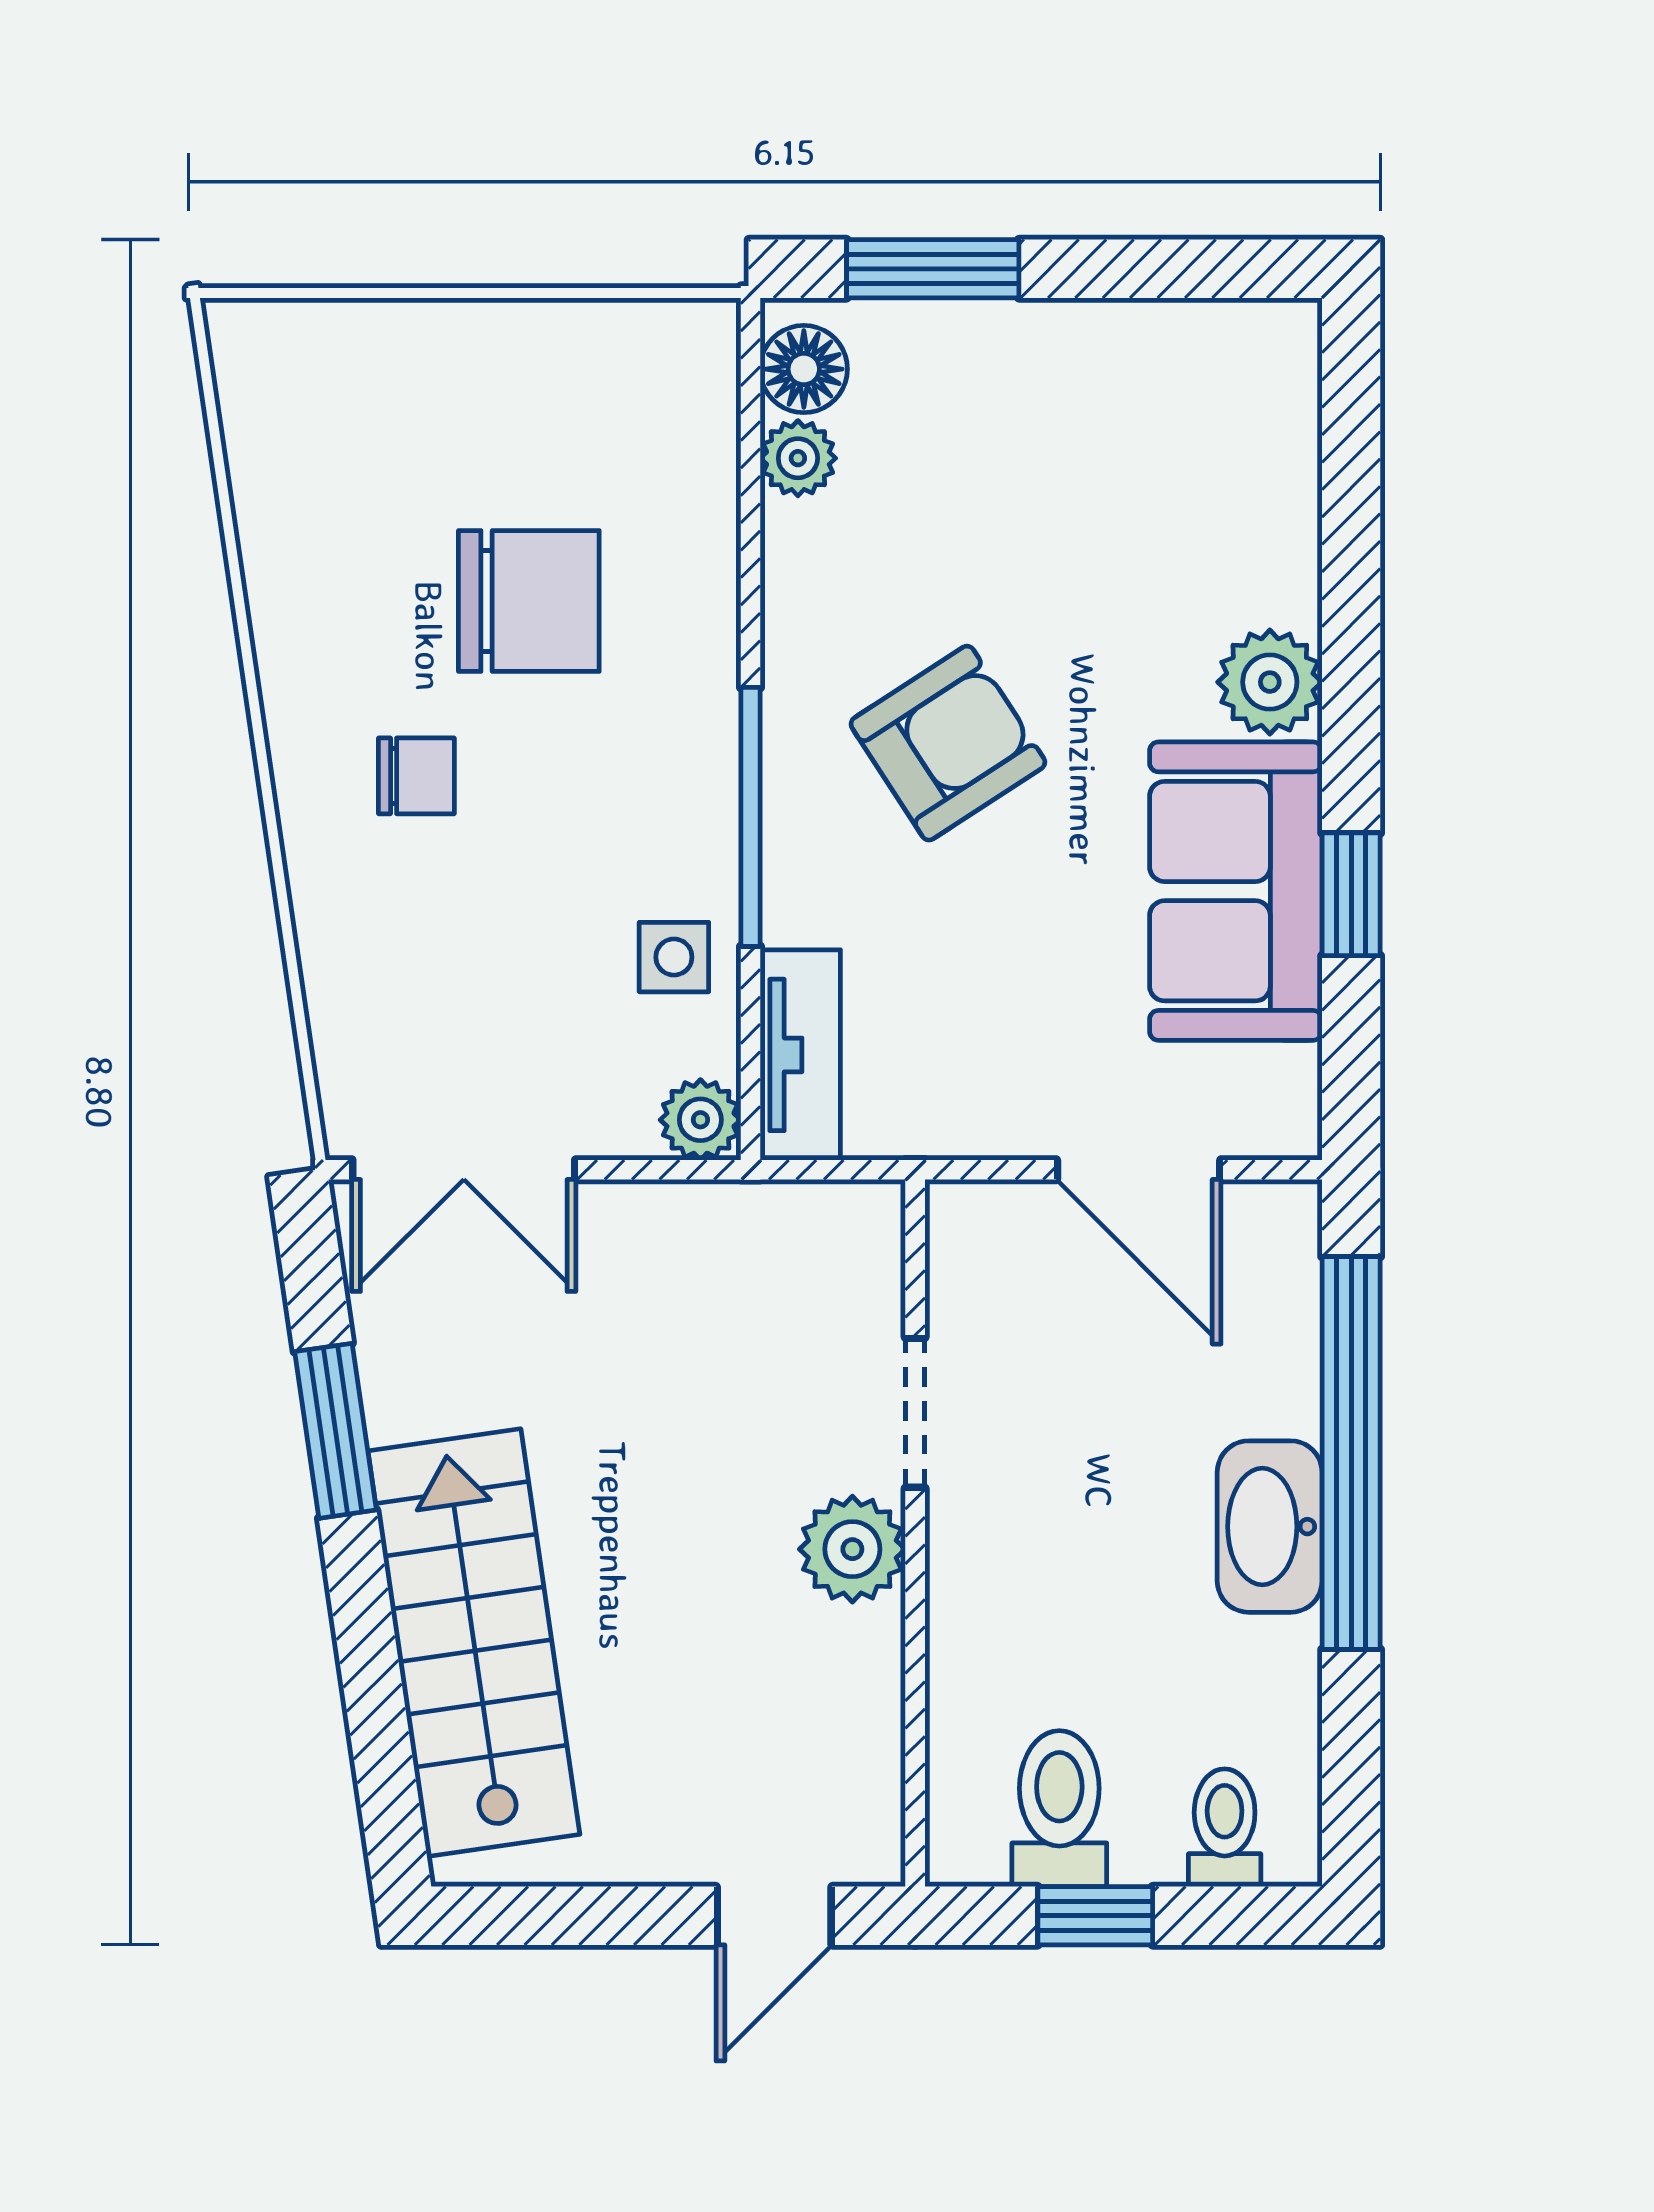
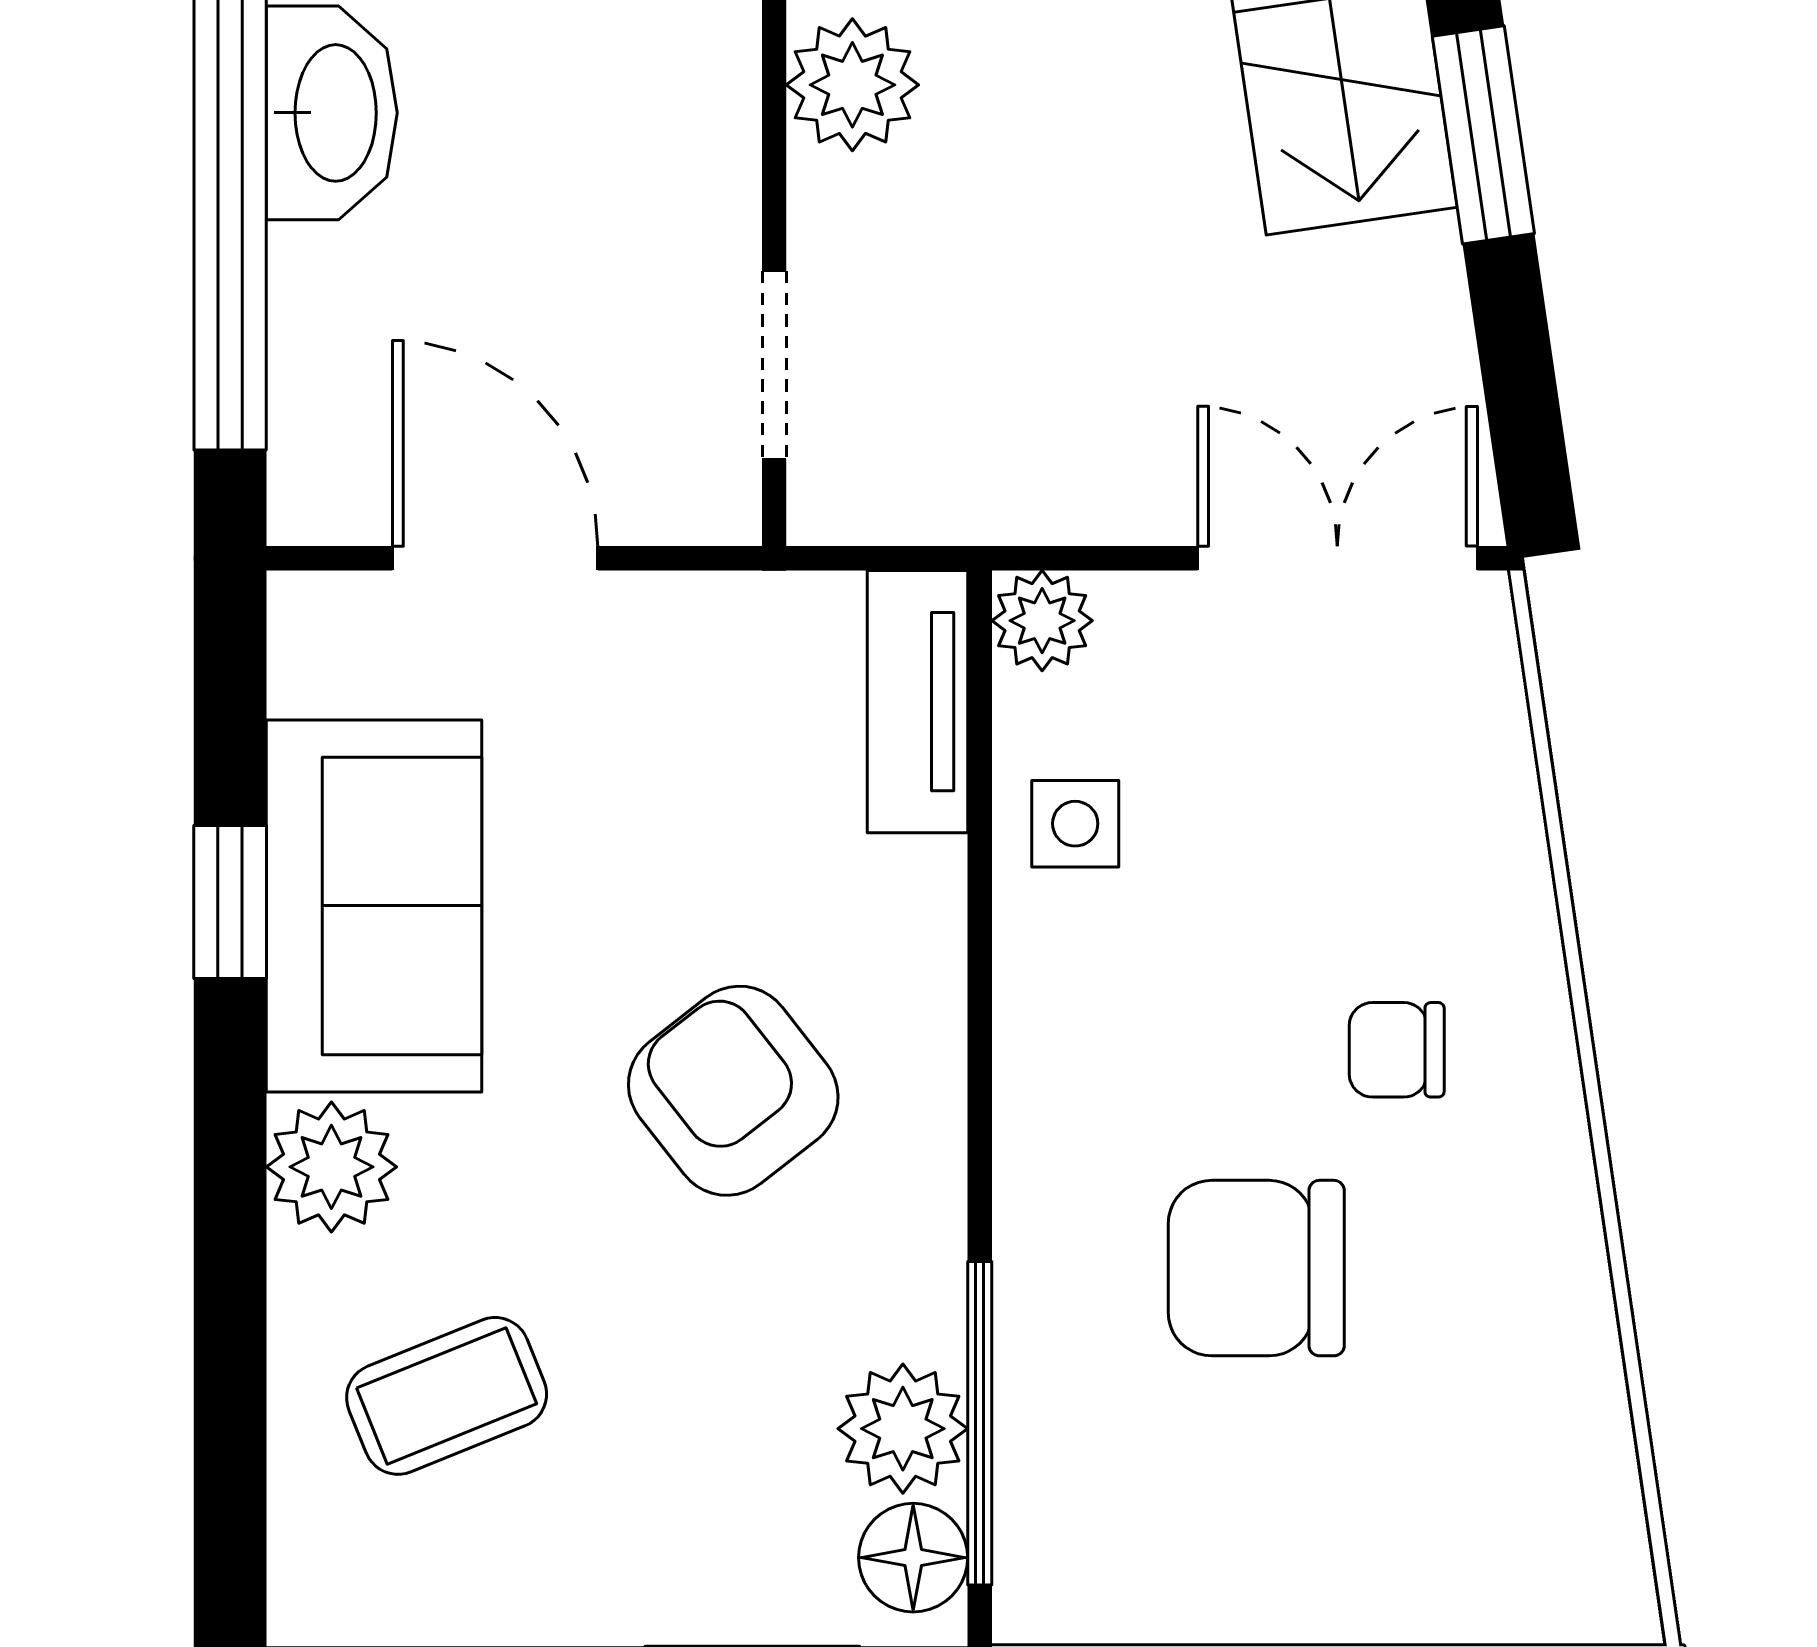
plant: (798, 458) -> (903, 1429), width x1.38, depth x1.38
coffee table: (1178, 499) -> (447, 1396), added
armchair: (948, 743) -> (733, 1091), turned 85
window: (750, 817) -> (980, 1423), moved
doorway: (915, 1413) -> (774, 365), moved
window: (335, 1431) -> (1483, 135), moved

